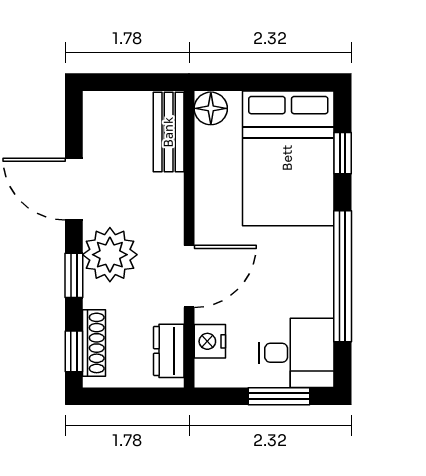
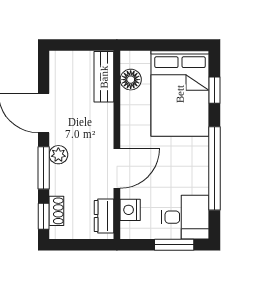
floor lamp: (211, 108) -> (131, 80), moved
plant: (110, 255) -> (58, 155), width x0.53, depth x0.53
window: (74, 275) -> (44, 168), width x1.50
shoe rack: (94, 343) -> (56, 211), width x0.70

